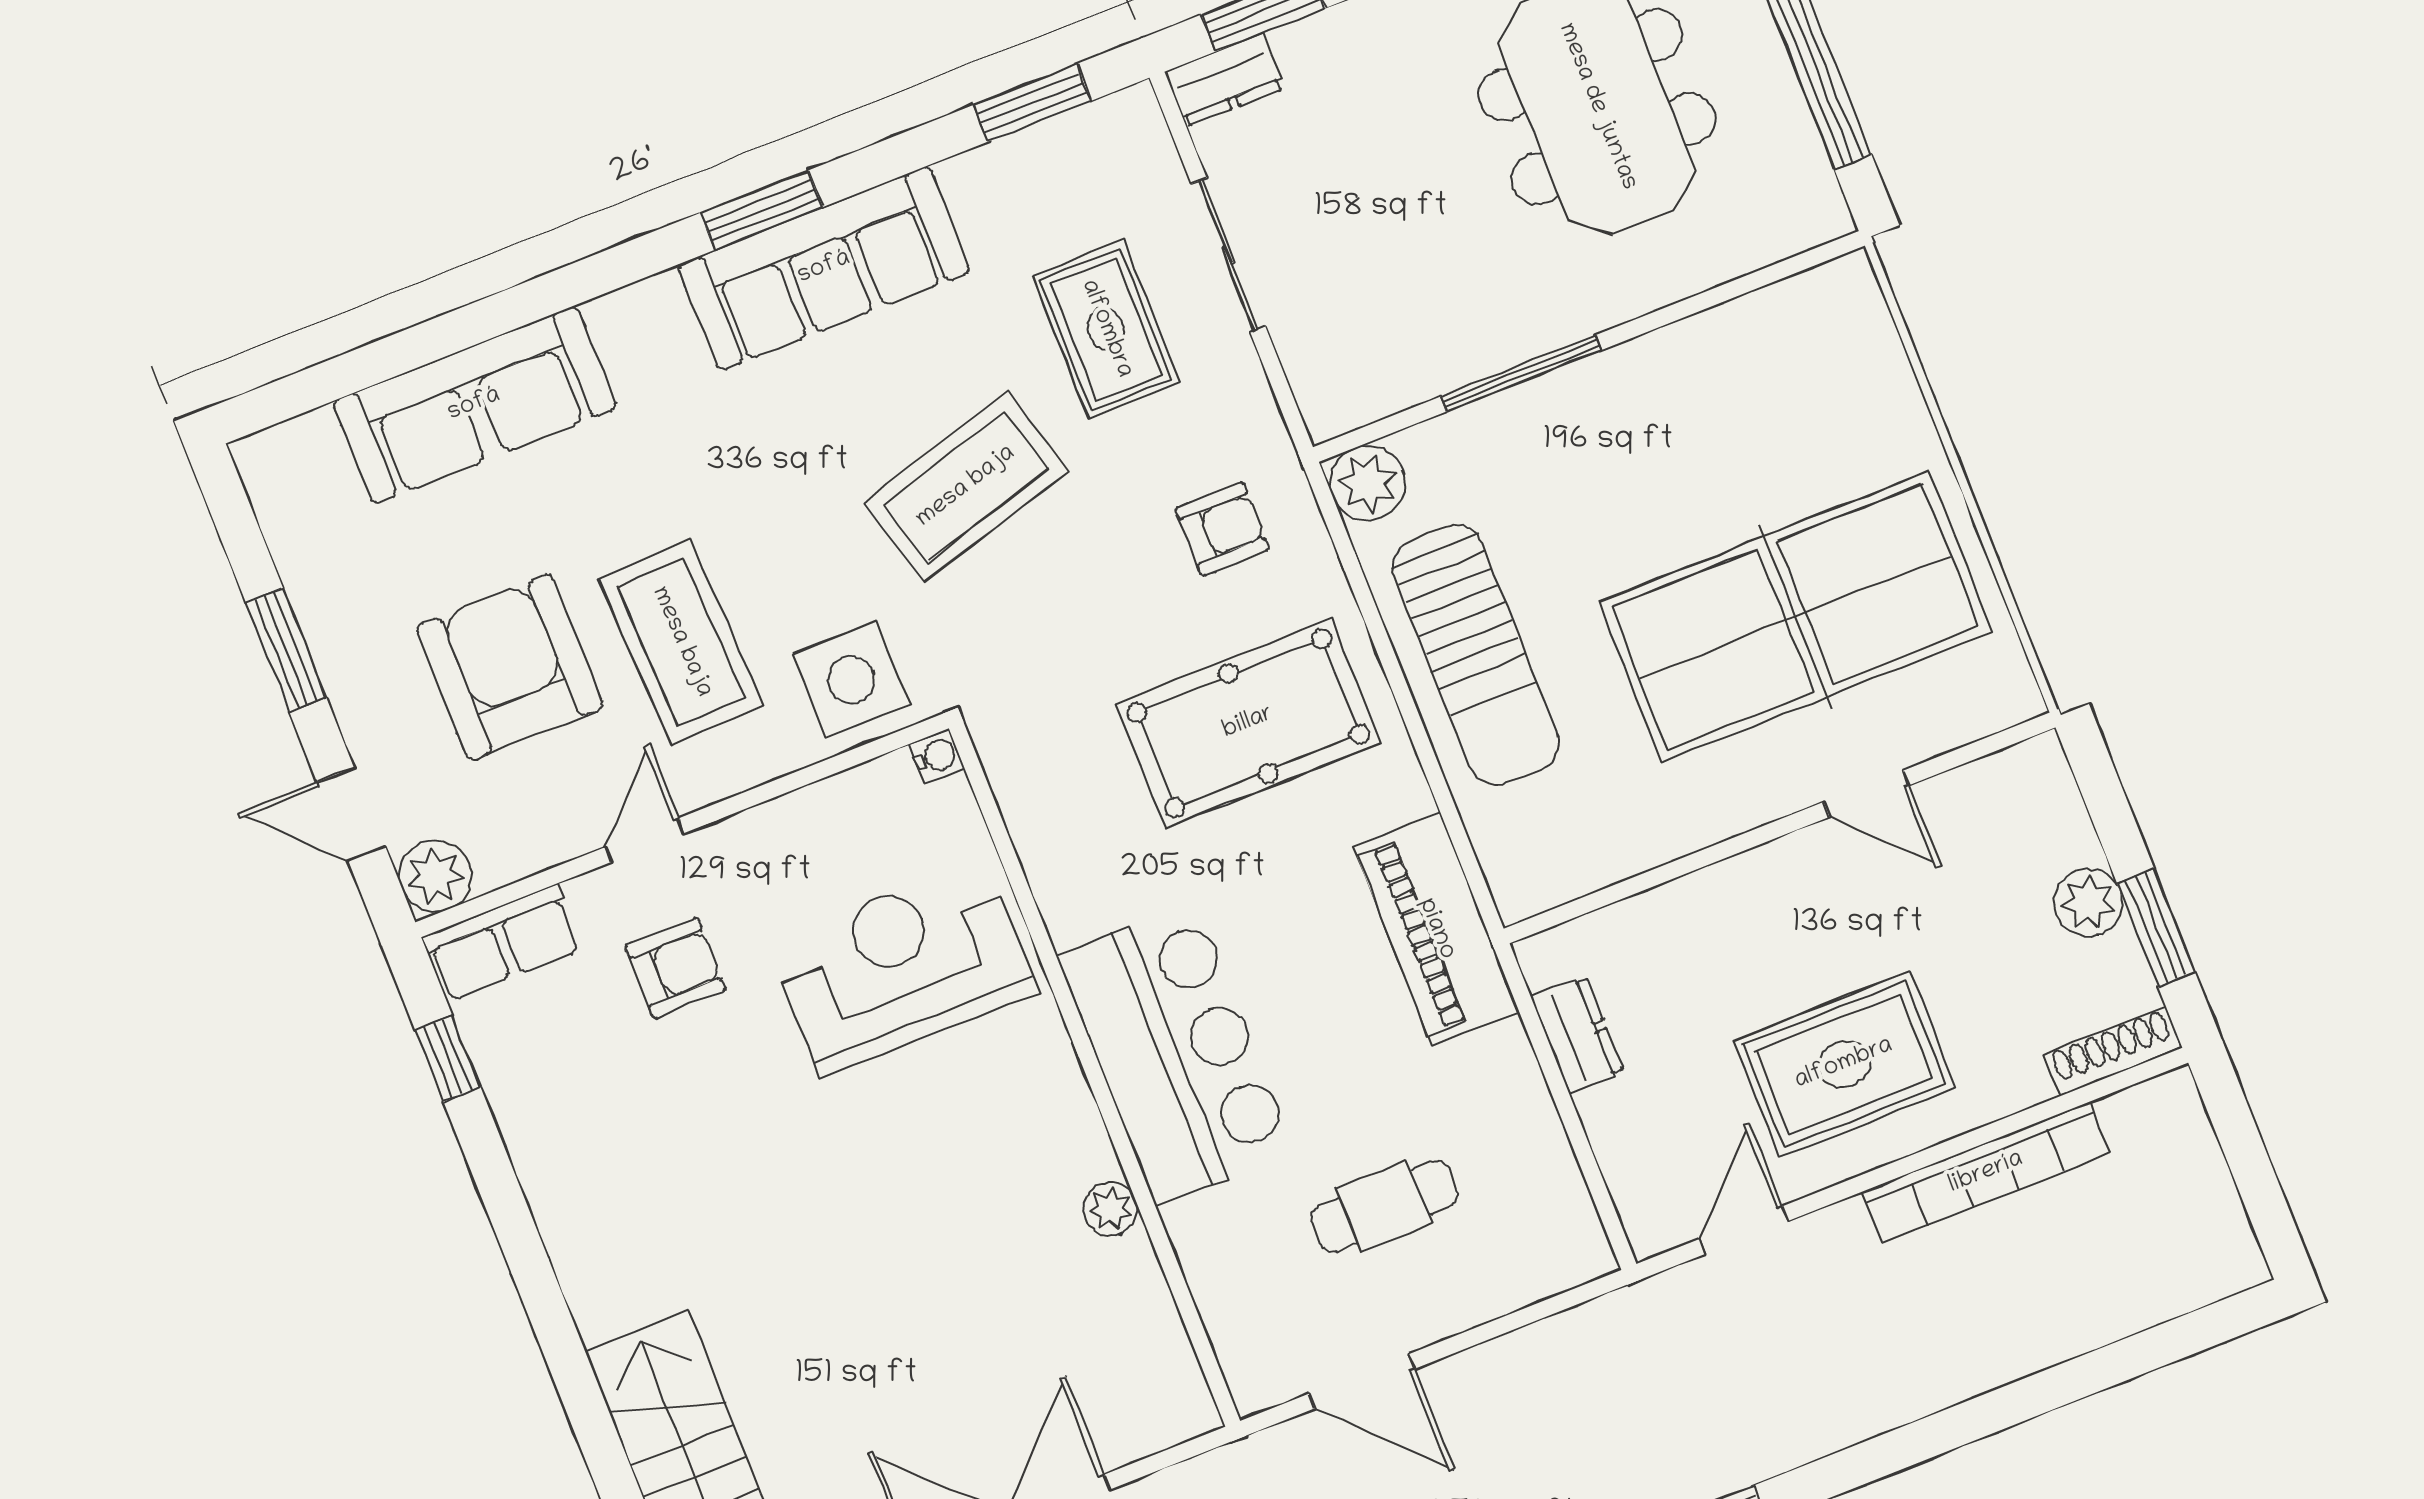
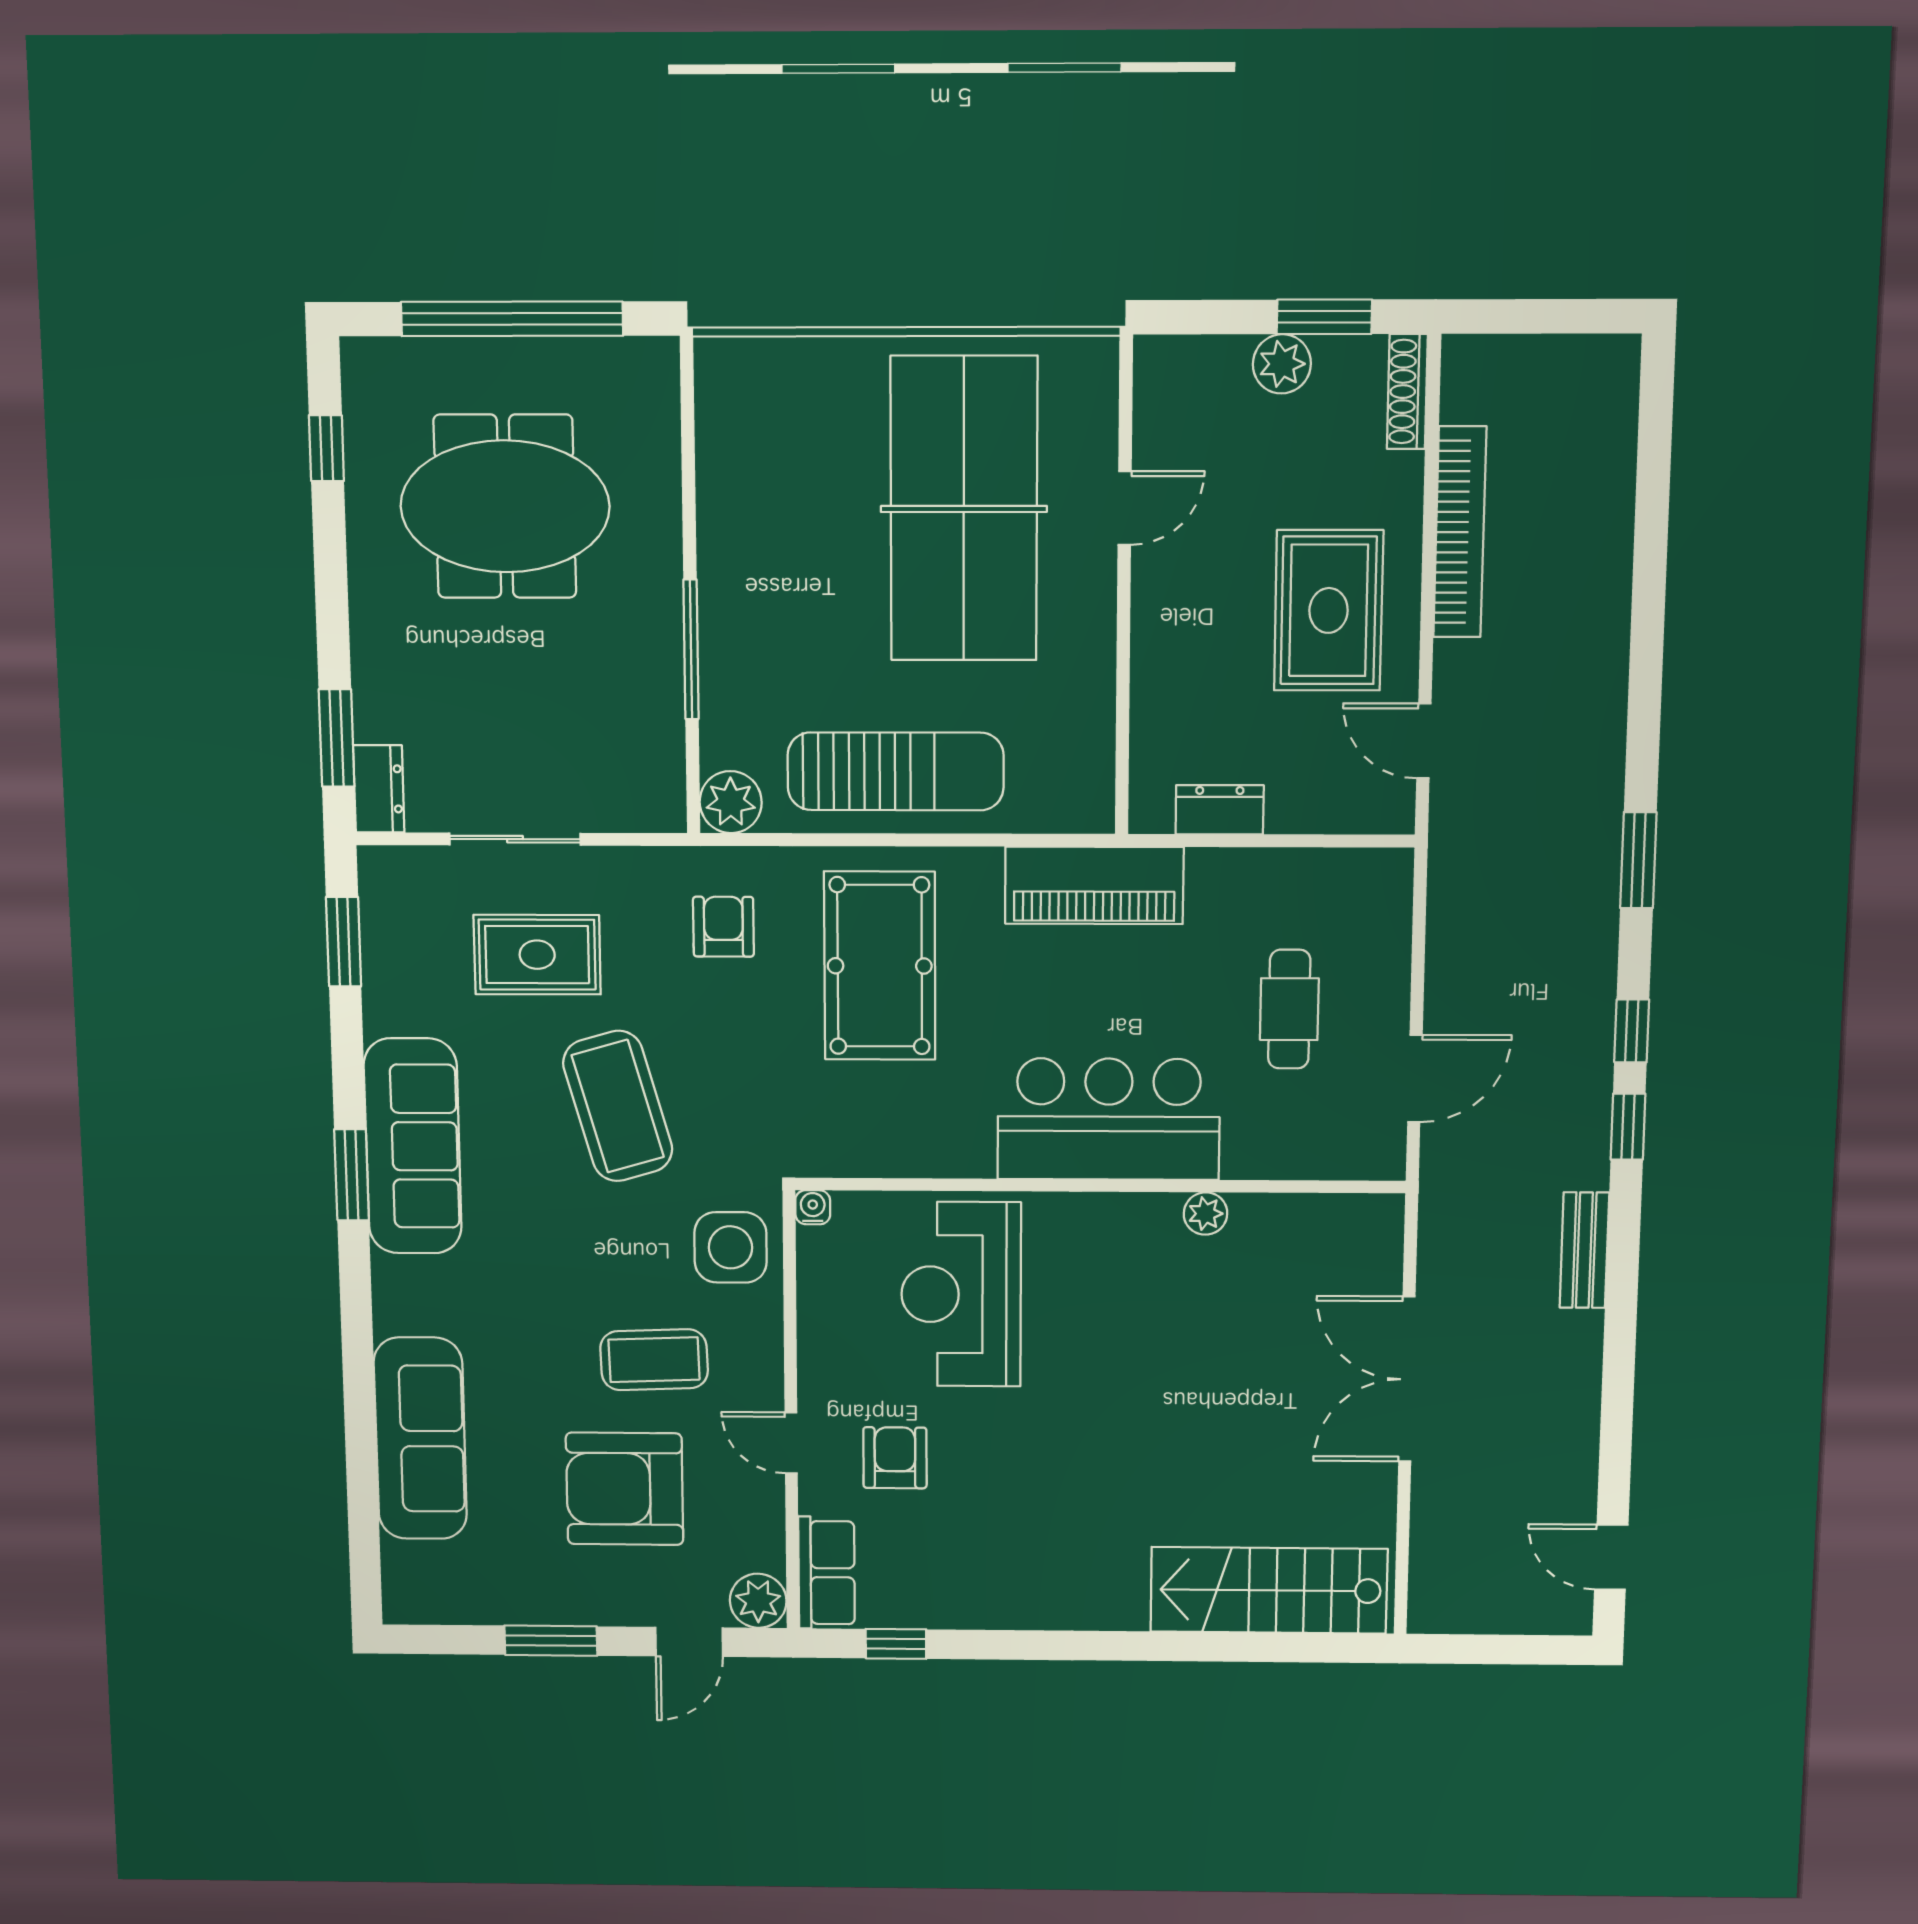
coffee table: (681, 642) -> (654, 1360), width x0.73, depth x0.76

